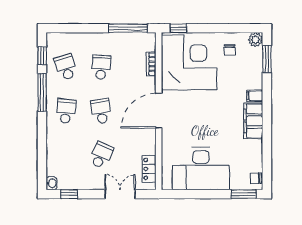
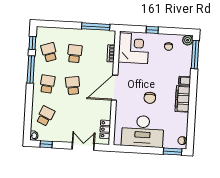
window: (178, 28) -> (152, 30), moved
window: (267, 59) -> (195, 55), width x1.44
corner desk: (189, 62) -> (134, 48), width x0.74, depth x0.74
chair: (208, 122) -> (150, 98), added
school desk: (101, 155) -> (45, 116), moved

